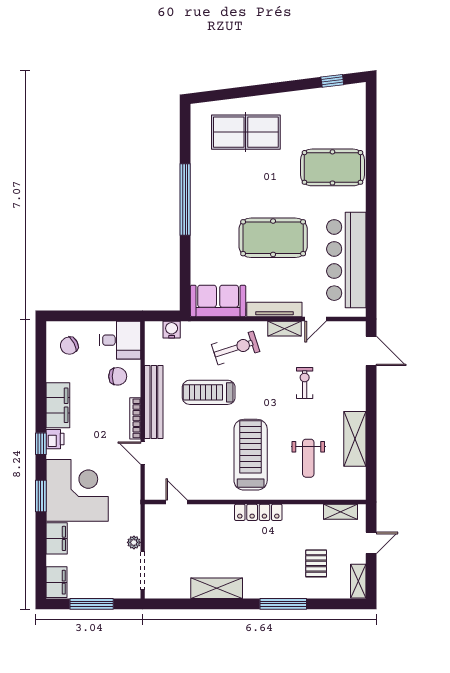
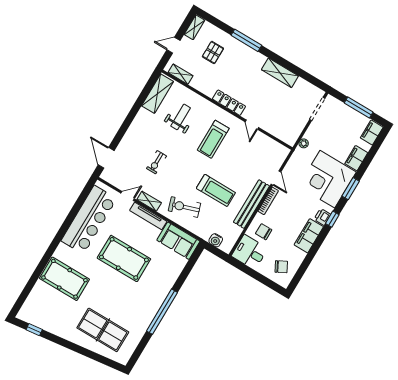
shelving: (355, 439) -> (158, 94), moved
treadmill: (251, 455) -> (213, 139), width x0.73, depth x0.73
door: (177, 502) -> (252, 125), moved
plant: (134, 542) -> (304, 143), moved

